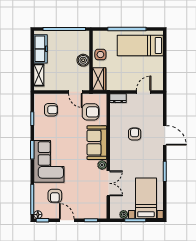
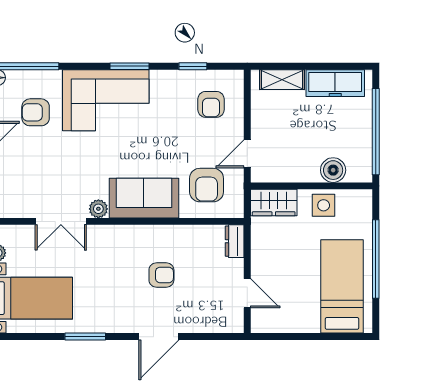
boiler: (83, 60) -> (333, 170), moved

